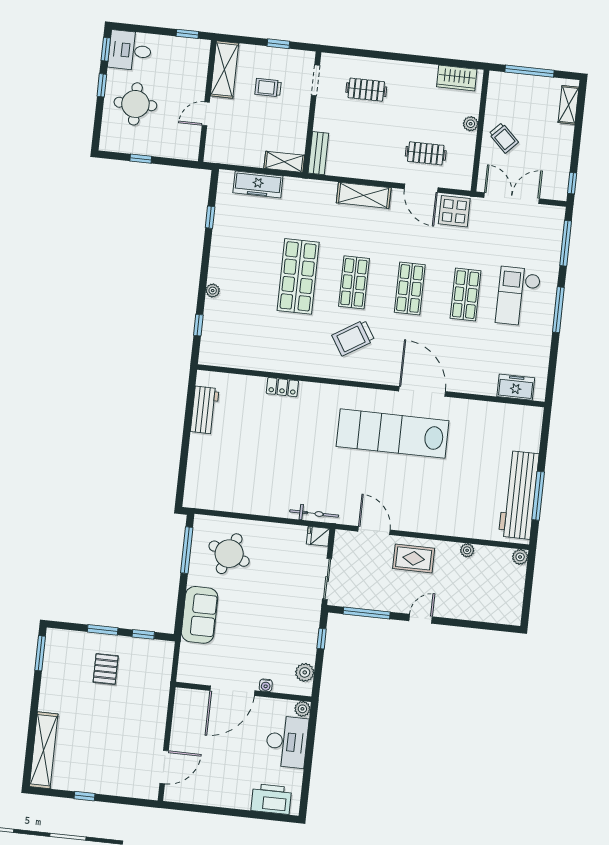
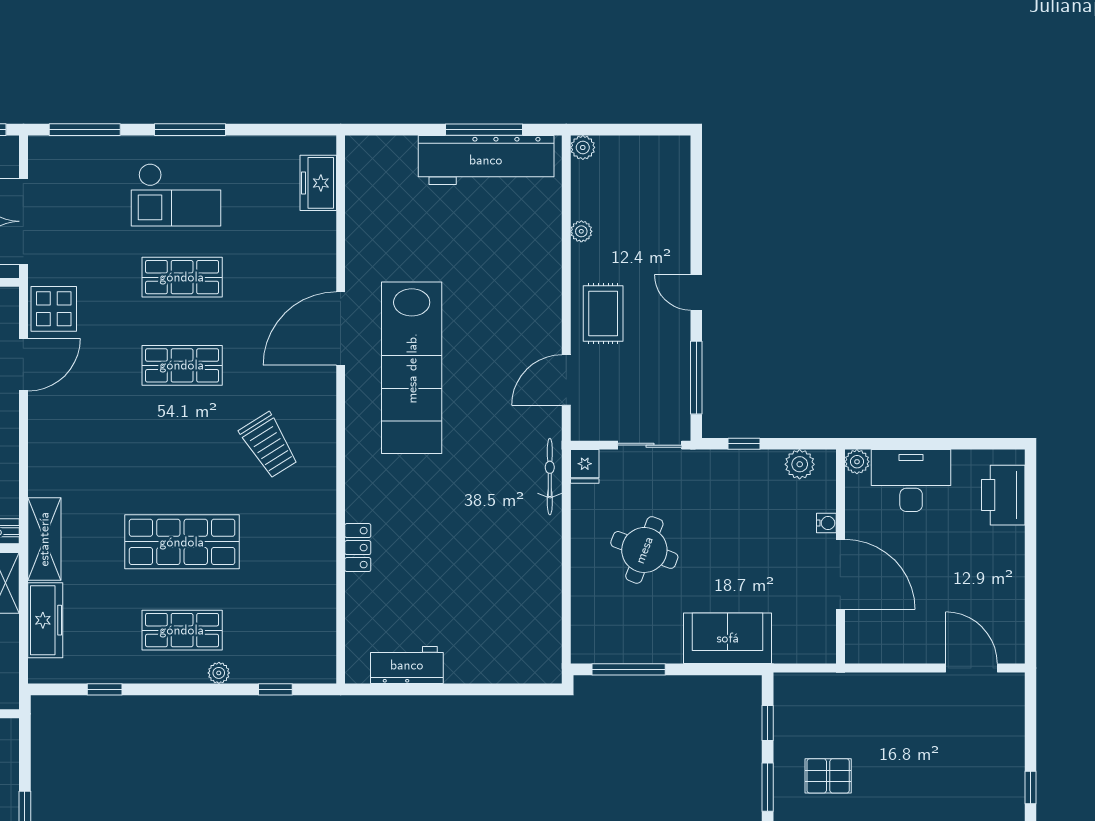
shelving: (364, 195) -> (44, 539), moved
shop shelf: (354, 282) -> (182, 630), moved
round table: (229, 554) -> (644, 550), moved

